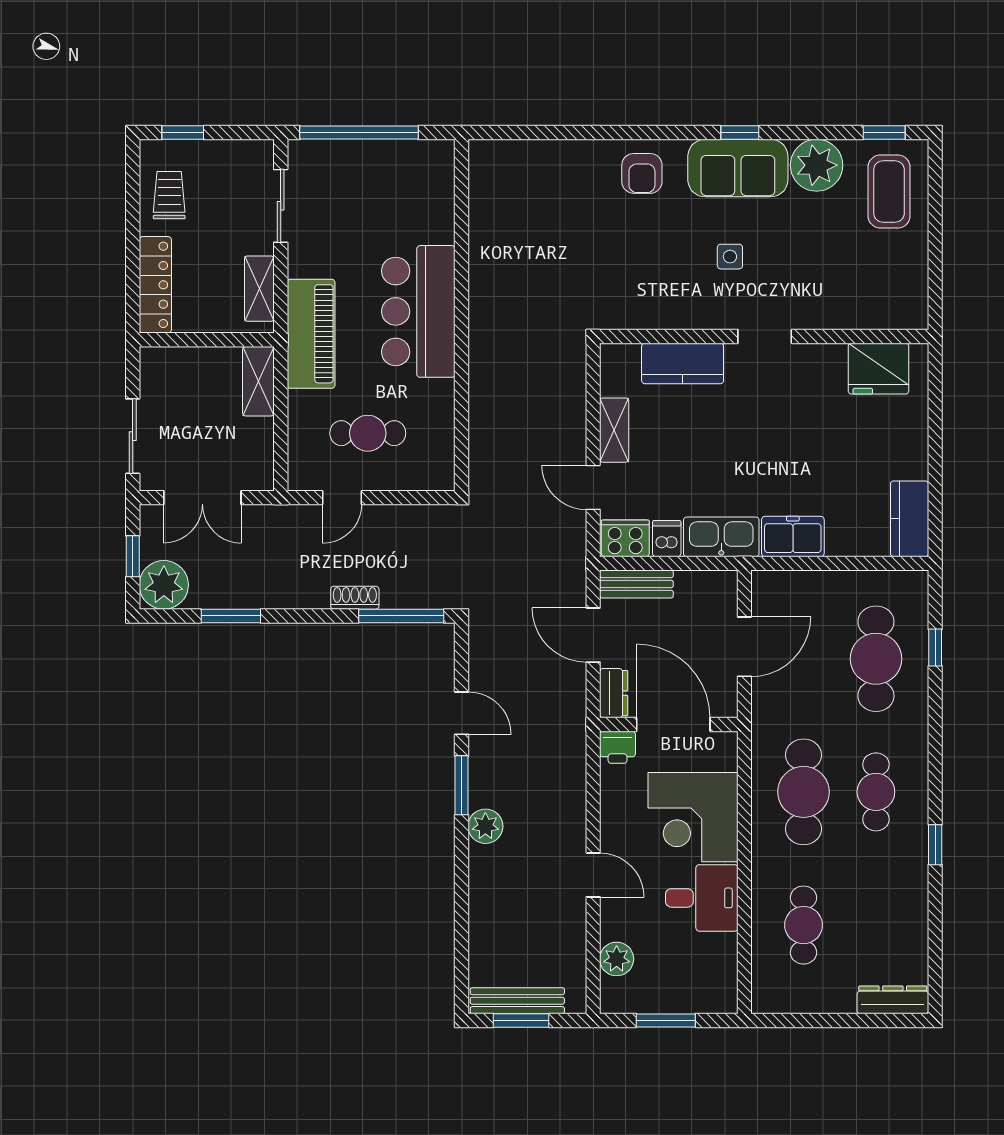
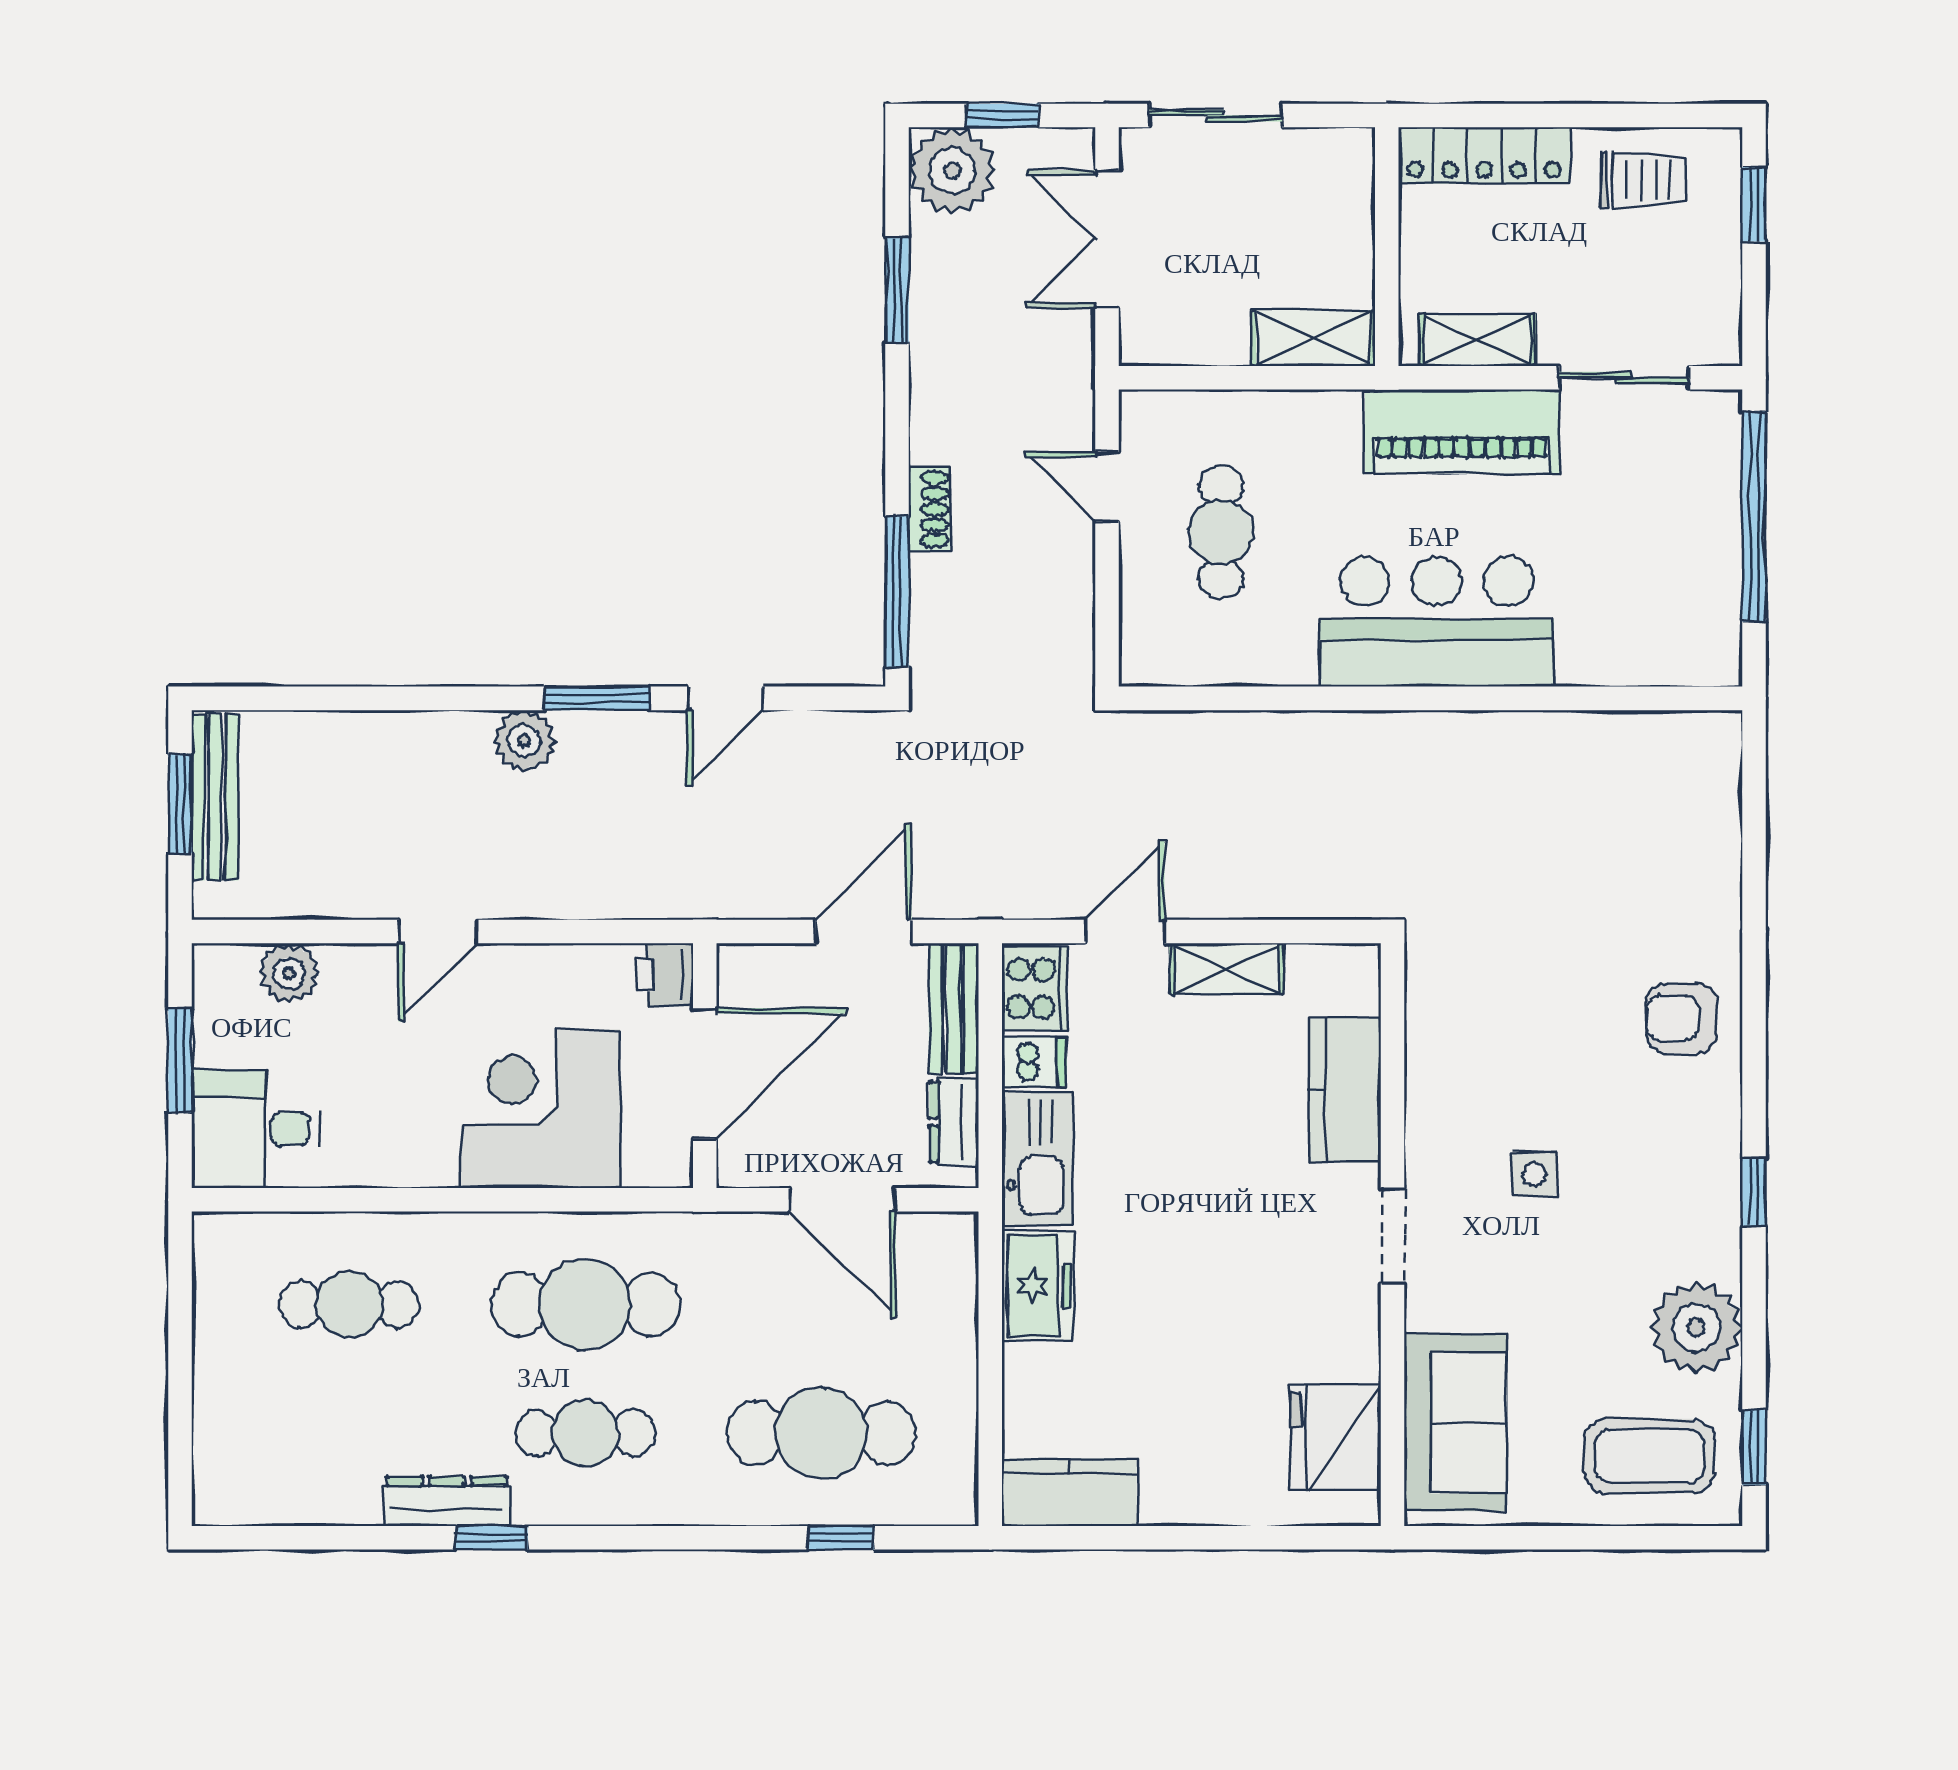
sofa: (738, 168) -> (1455, 1423), moved, turned 180
piano: (311, 334) -> (1462, 432), moved
dresser: (614, 693) -> (954, 1122), moved, turned 90
desk: (702, 898) -> (256, 1129), moved, turned 90
dresser: (893, 1000) -> (447, 1501), moved, turned -90

